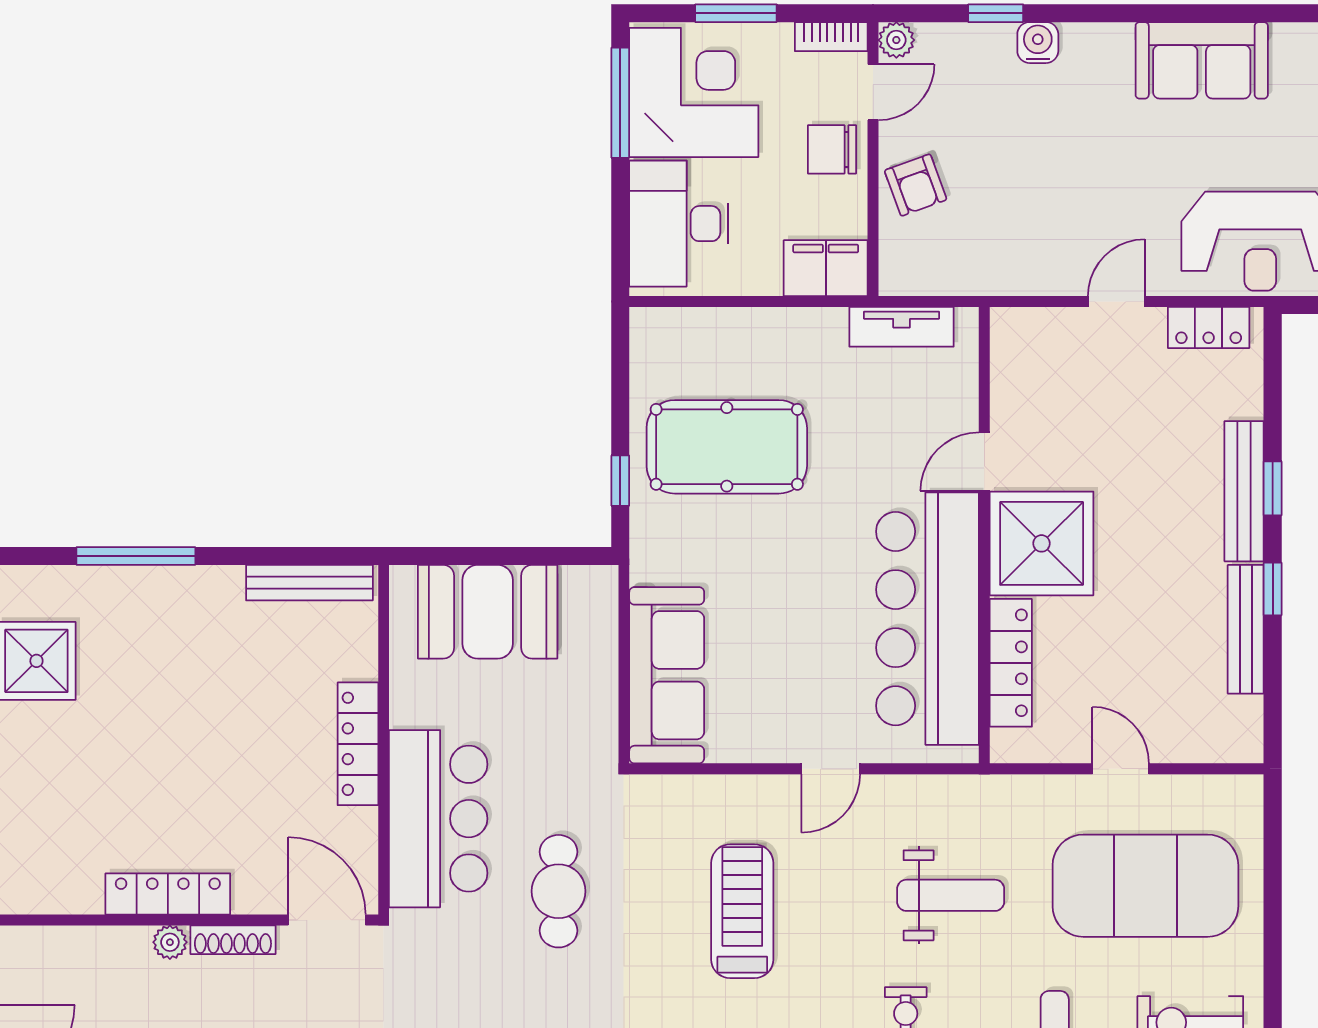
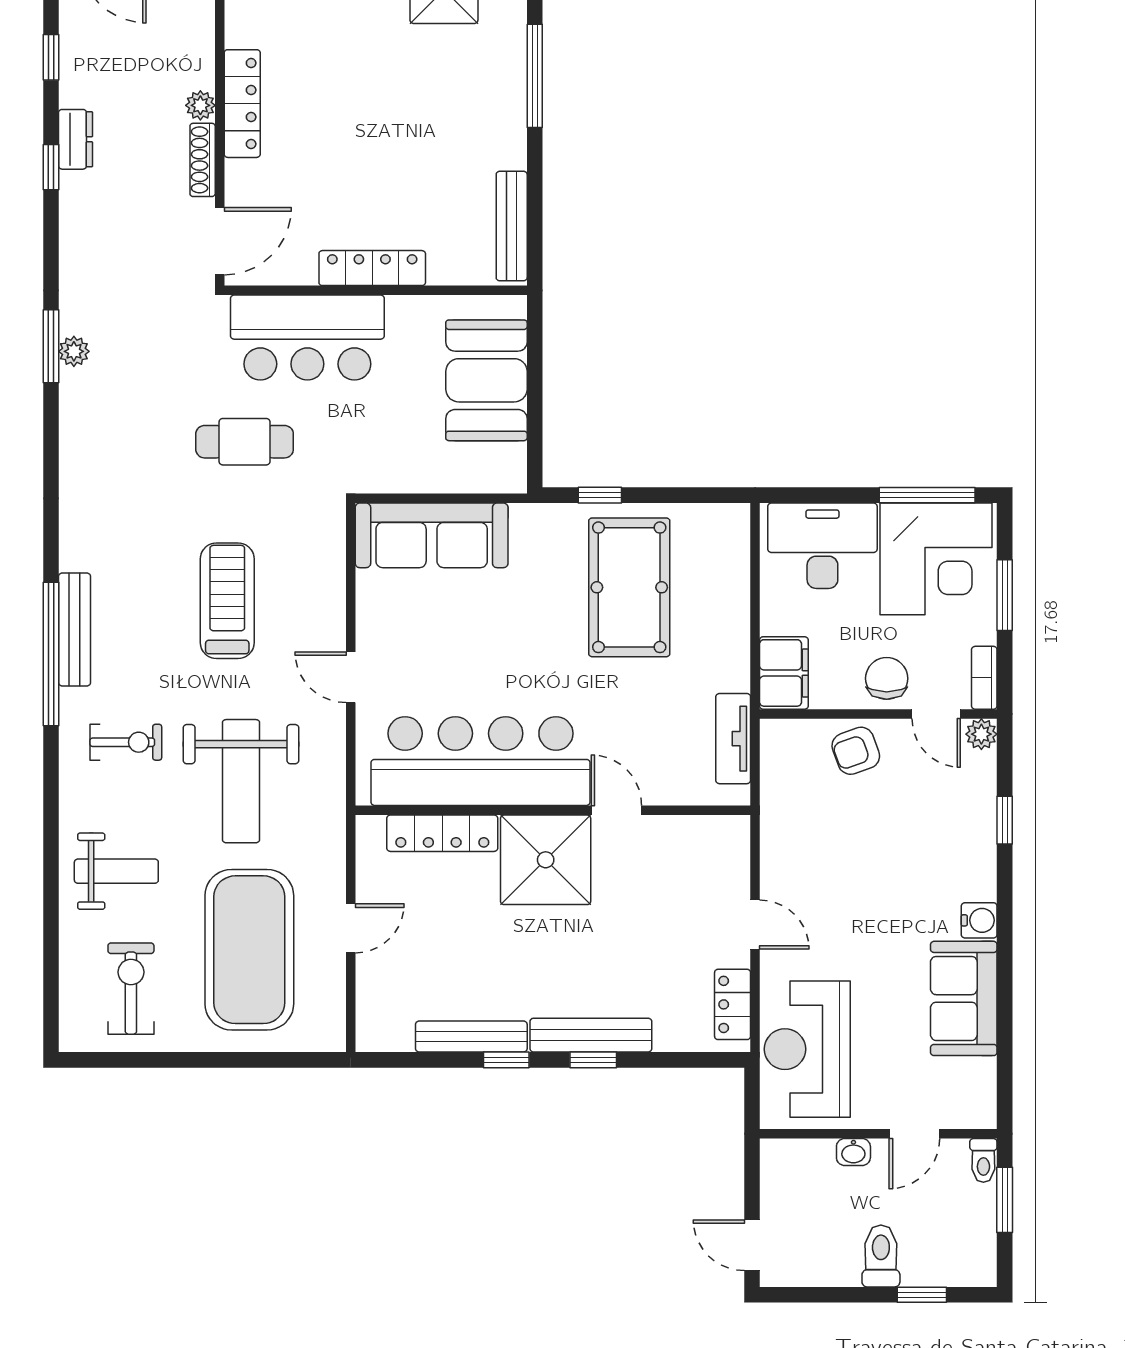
water cooler: (1038, 43) -> (979, 920), moved
weight bench: (951, 895) -> (241, 781), width x1.36, depth x1.33
treadmill: (742, 911) -> (227, 601), turned -90

